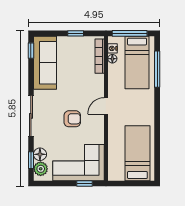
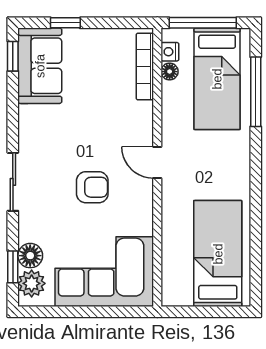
window: (76, 33) -> (65, 23), moved
sofa: (45, 63) -> (40, 66), width x0.73
door: (106, 106) -> (157, 163), hinge flipped
sliding door: (31, 116) -> (13, 182), width x0.73
window: (84, 183) -> (116, 312), removed

